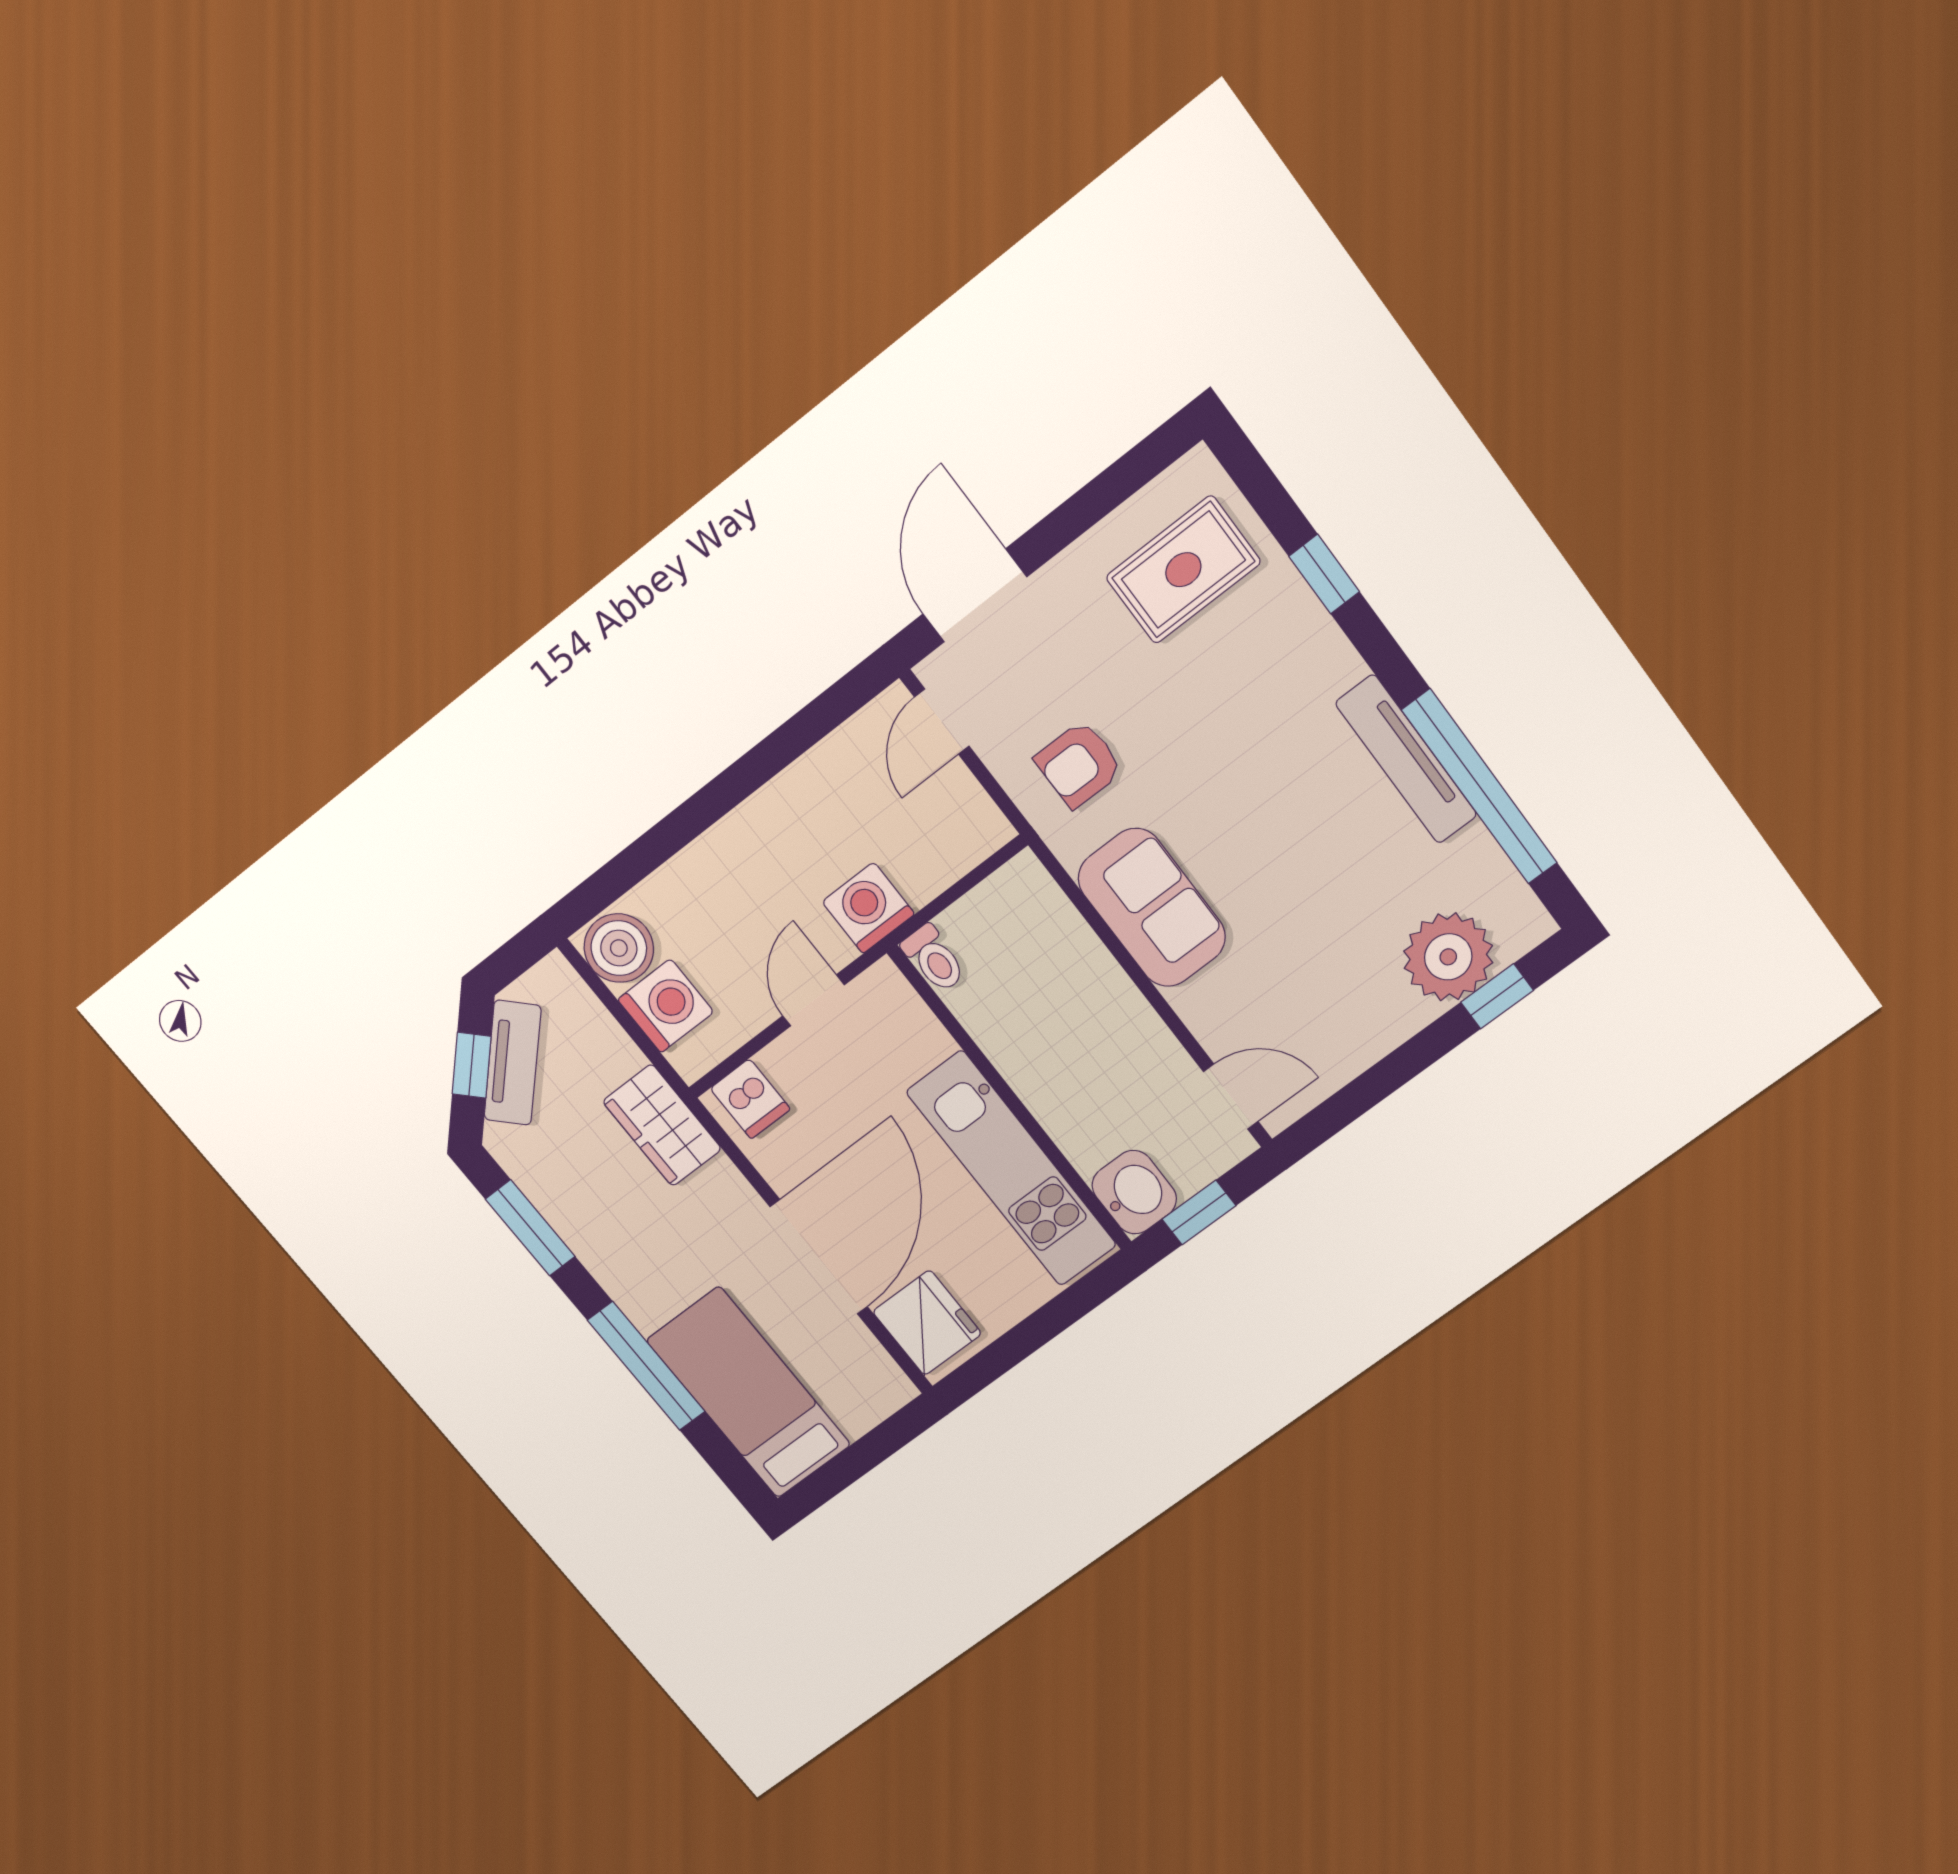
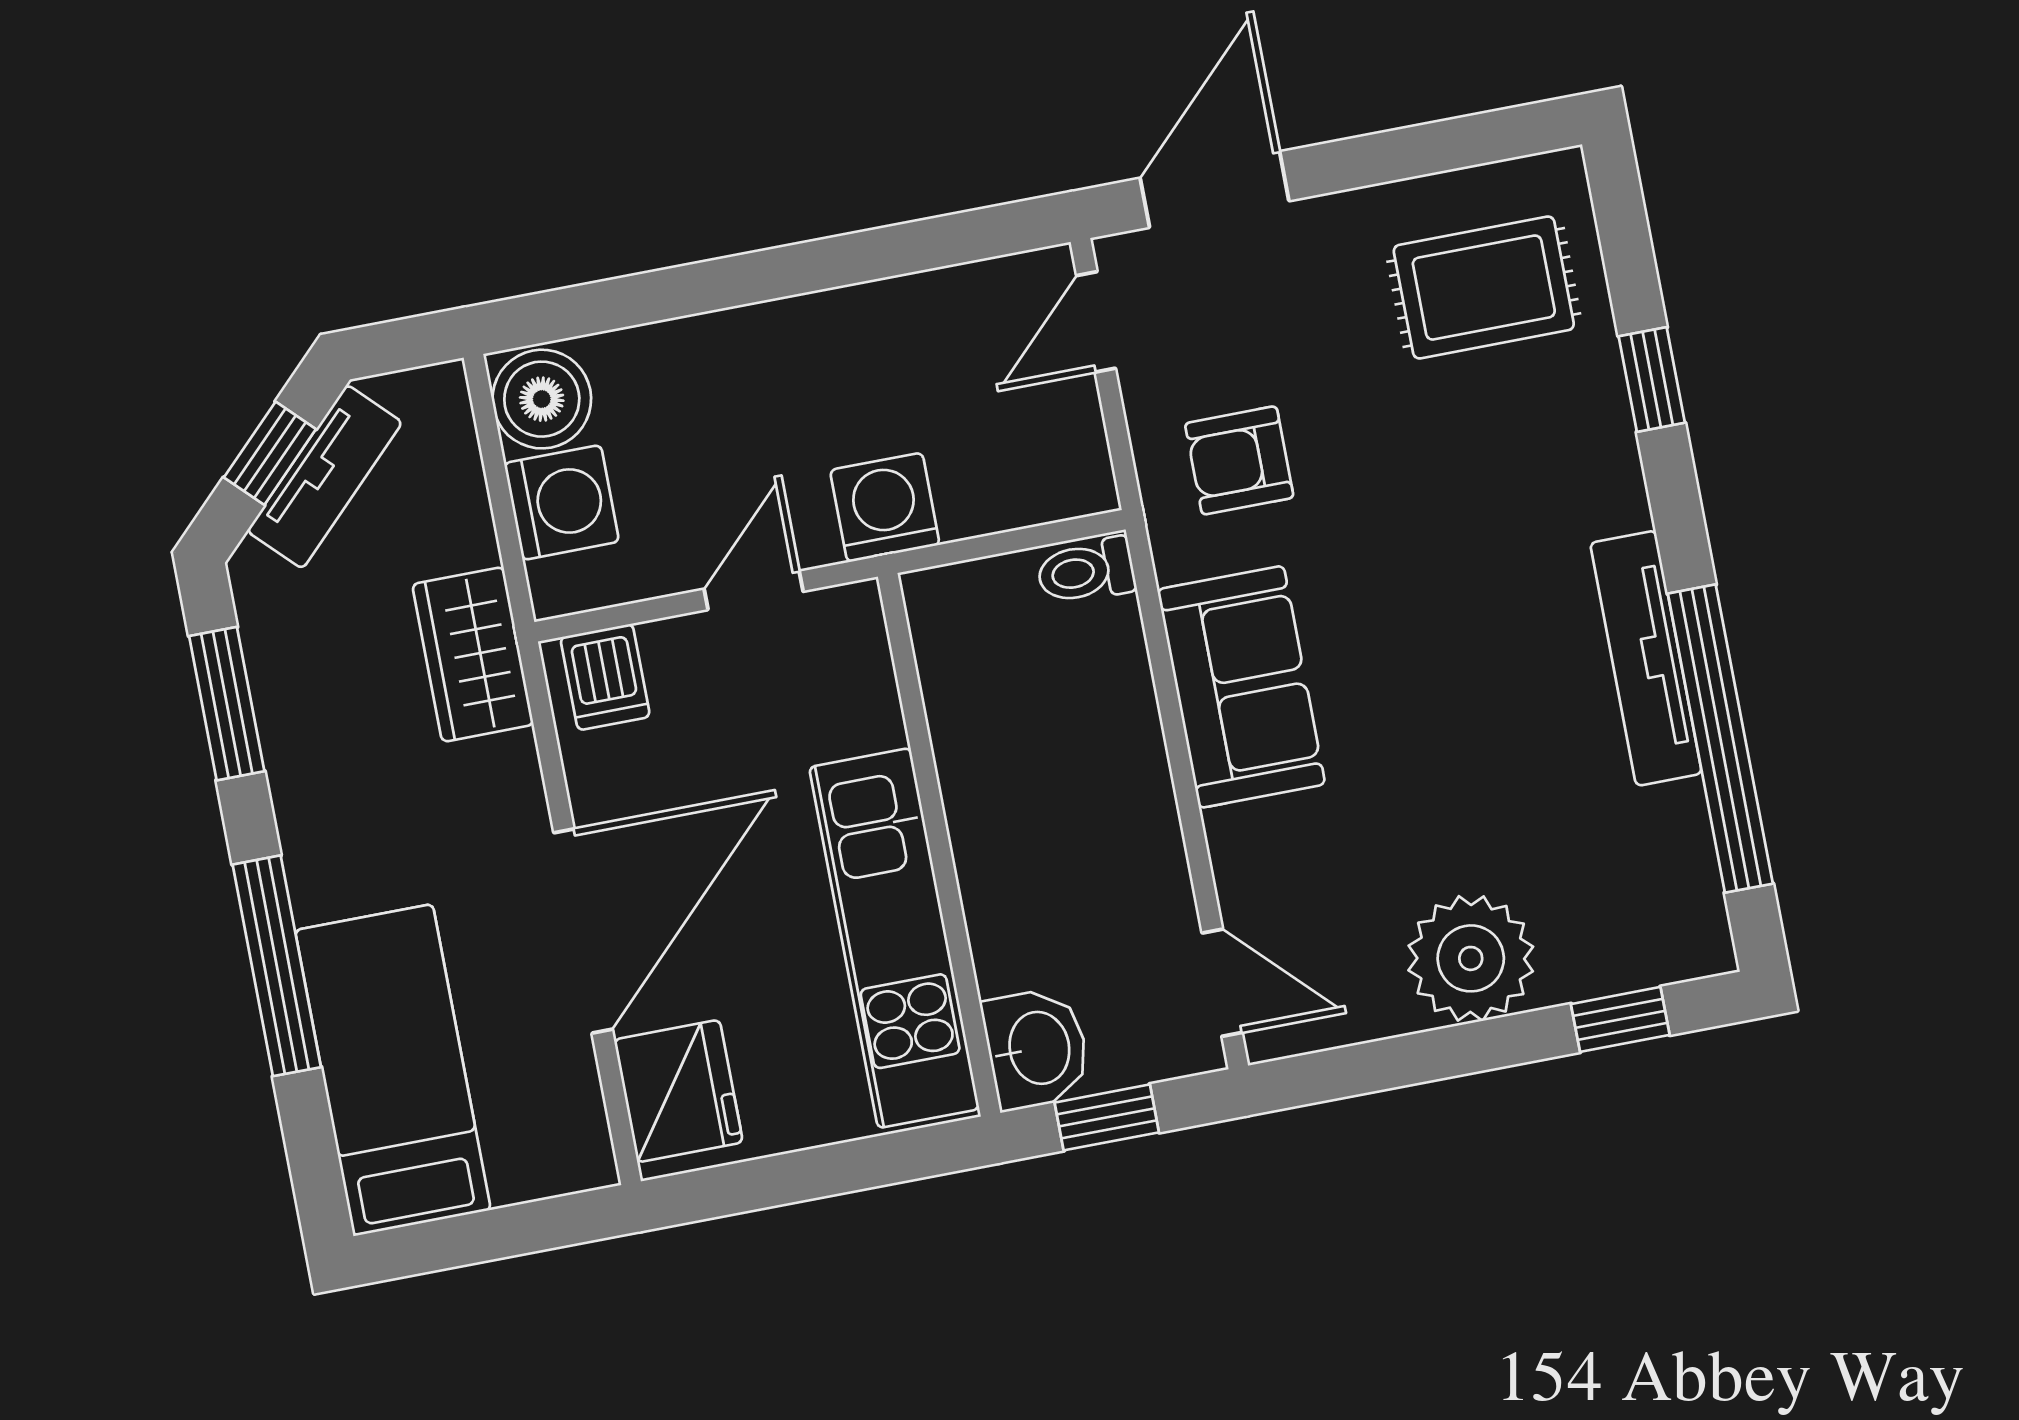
plant: (1448, 957) -> (1471, 958), moved
toilet: (934, 959) -> (1086, 571), moved, turned 90

